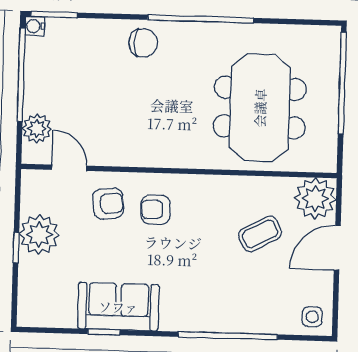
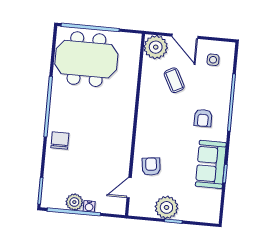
water cooler: (35, 26) -> (89, 206), moved
meeting table: (260, 108) -> (86, 59), moved
plant: (37, 128) -> (74, 202), moved
armchair: (155, 210) -> (203, 118), moved
side table: (312, 317) -> (213, 60), moved

